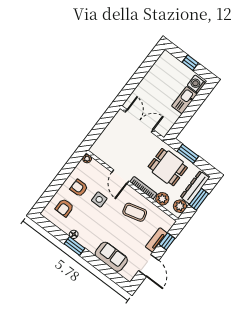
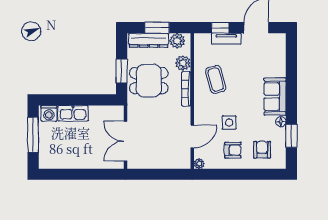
window: (190, 63) -> (33, 135), width x2.17
dining table: (168, 167) -> (149, 81), turned 90
door: (120, 177) -> (192, 136), moved
armchair: (79, 188) -> (233, 150), turned -90
armchair: (64, 208) -> (262, 150), turned -90
window: (75, 246) -> (291, 136), moved
sofa: (111, 257) -> (275, 97), moved

